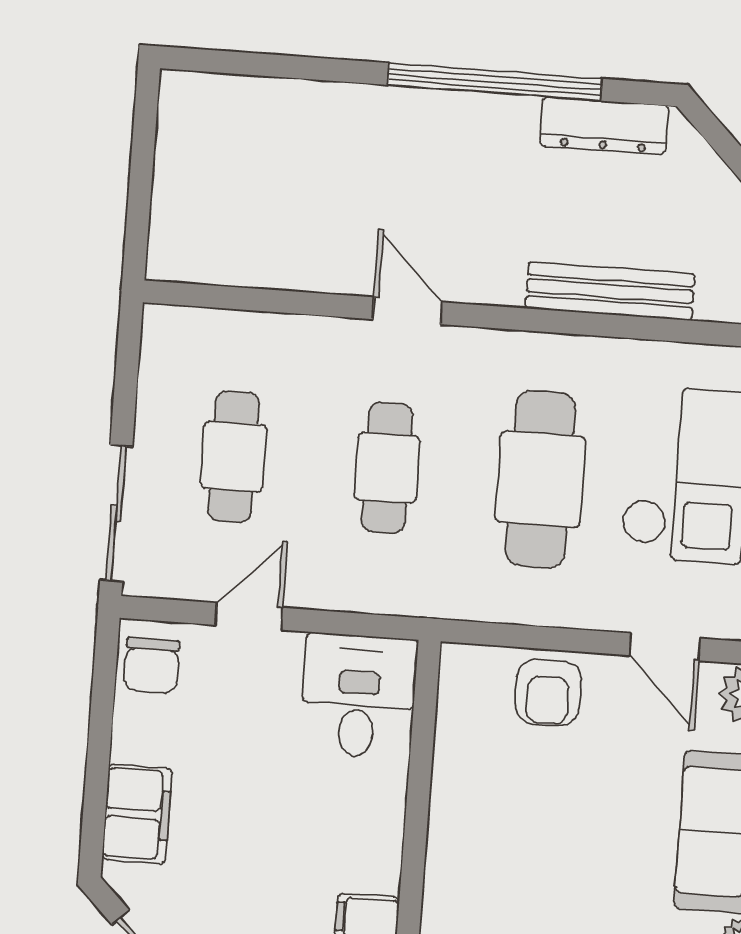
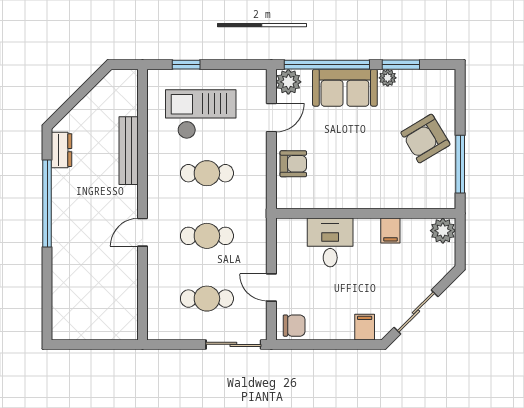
dresser: (604, 126) -> (62, 150), width x0.70
cafe table: (540, 479) -> (207, 173), width x0.73, depth x0.74
desk: (358, 696) -> (330, 242), moved, turned 90
filing cabinet: (137, 814) -> (365, 327), width x0.50

